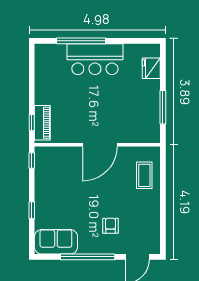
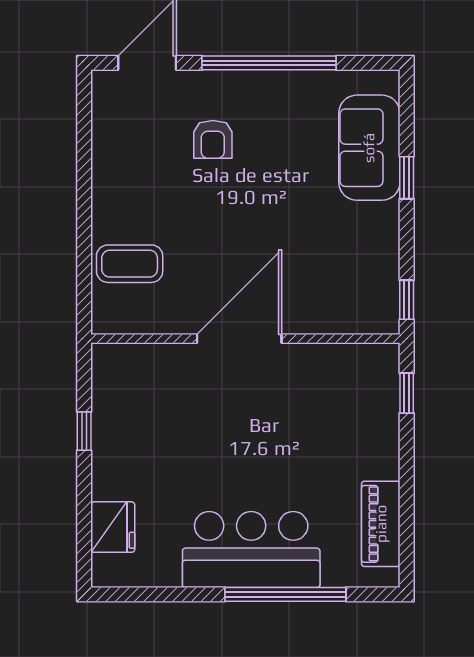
window: (163, 107) -> (84, 431), width x0.46
piano: (42, 123) -> (381, 524), moved
coffee table: (144, 175) -> (130, 264), turned 90
sofa: (56, 242) -> (369, 148), moved, turned 90

